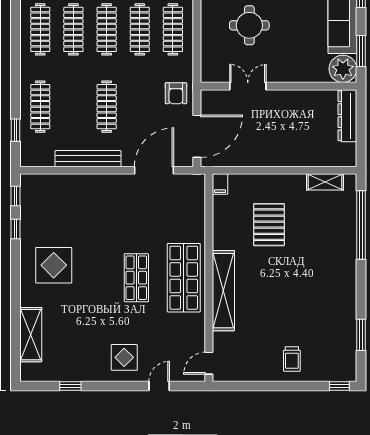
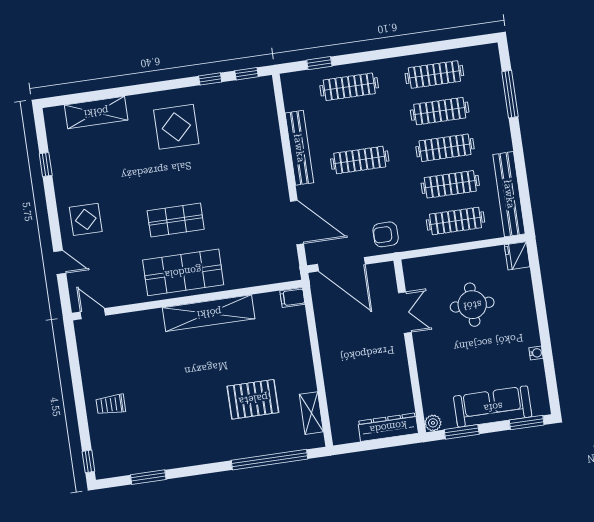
plant: (343, 69) -> (433, 423), width x0.53, depth x0.53
pallet: (269, 225) -> (253, 399), moved
shelving: (223, 291) -> (209, 313), moved

